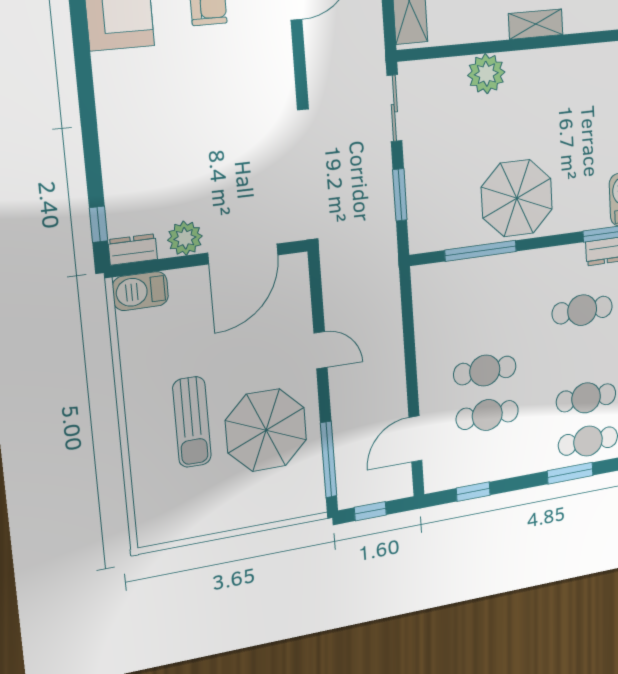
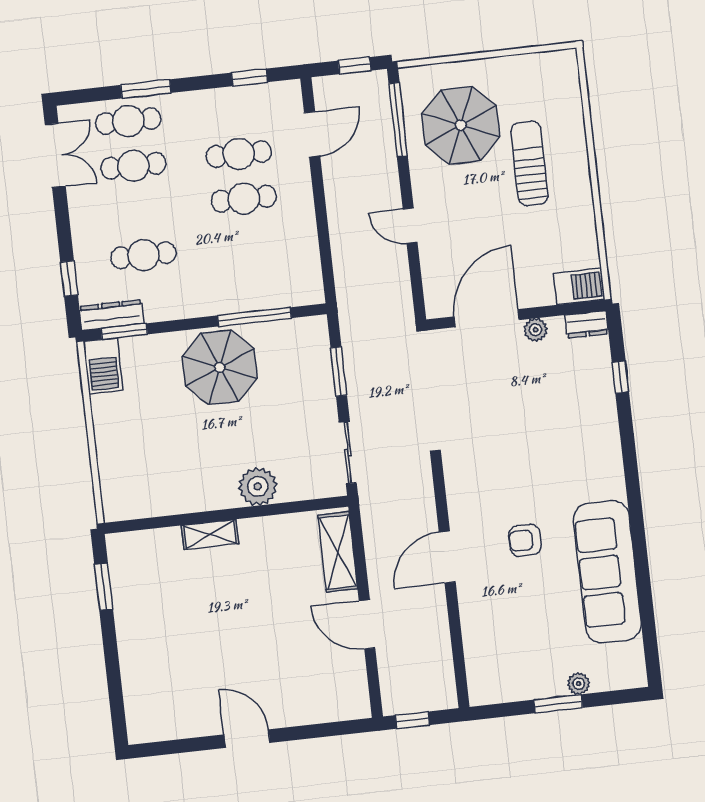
window: (99, 224) -> (620, 377), moved
plant: (185, 238) -> (536, 330), width x0.73, depth x0.73
parasol: (266, 430) -> (461, 125), moved

